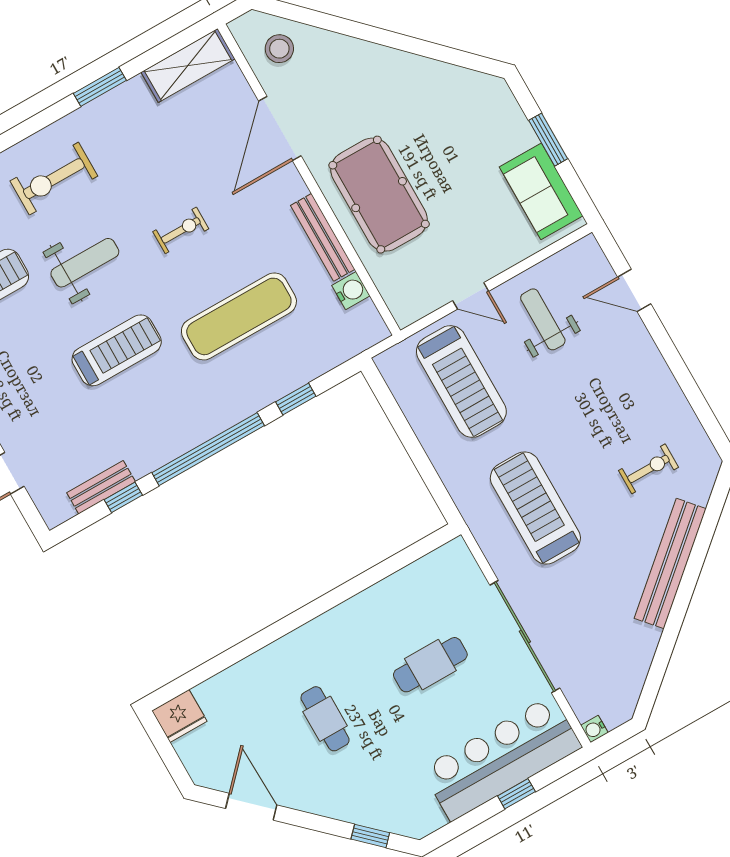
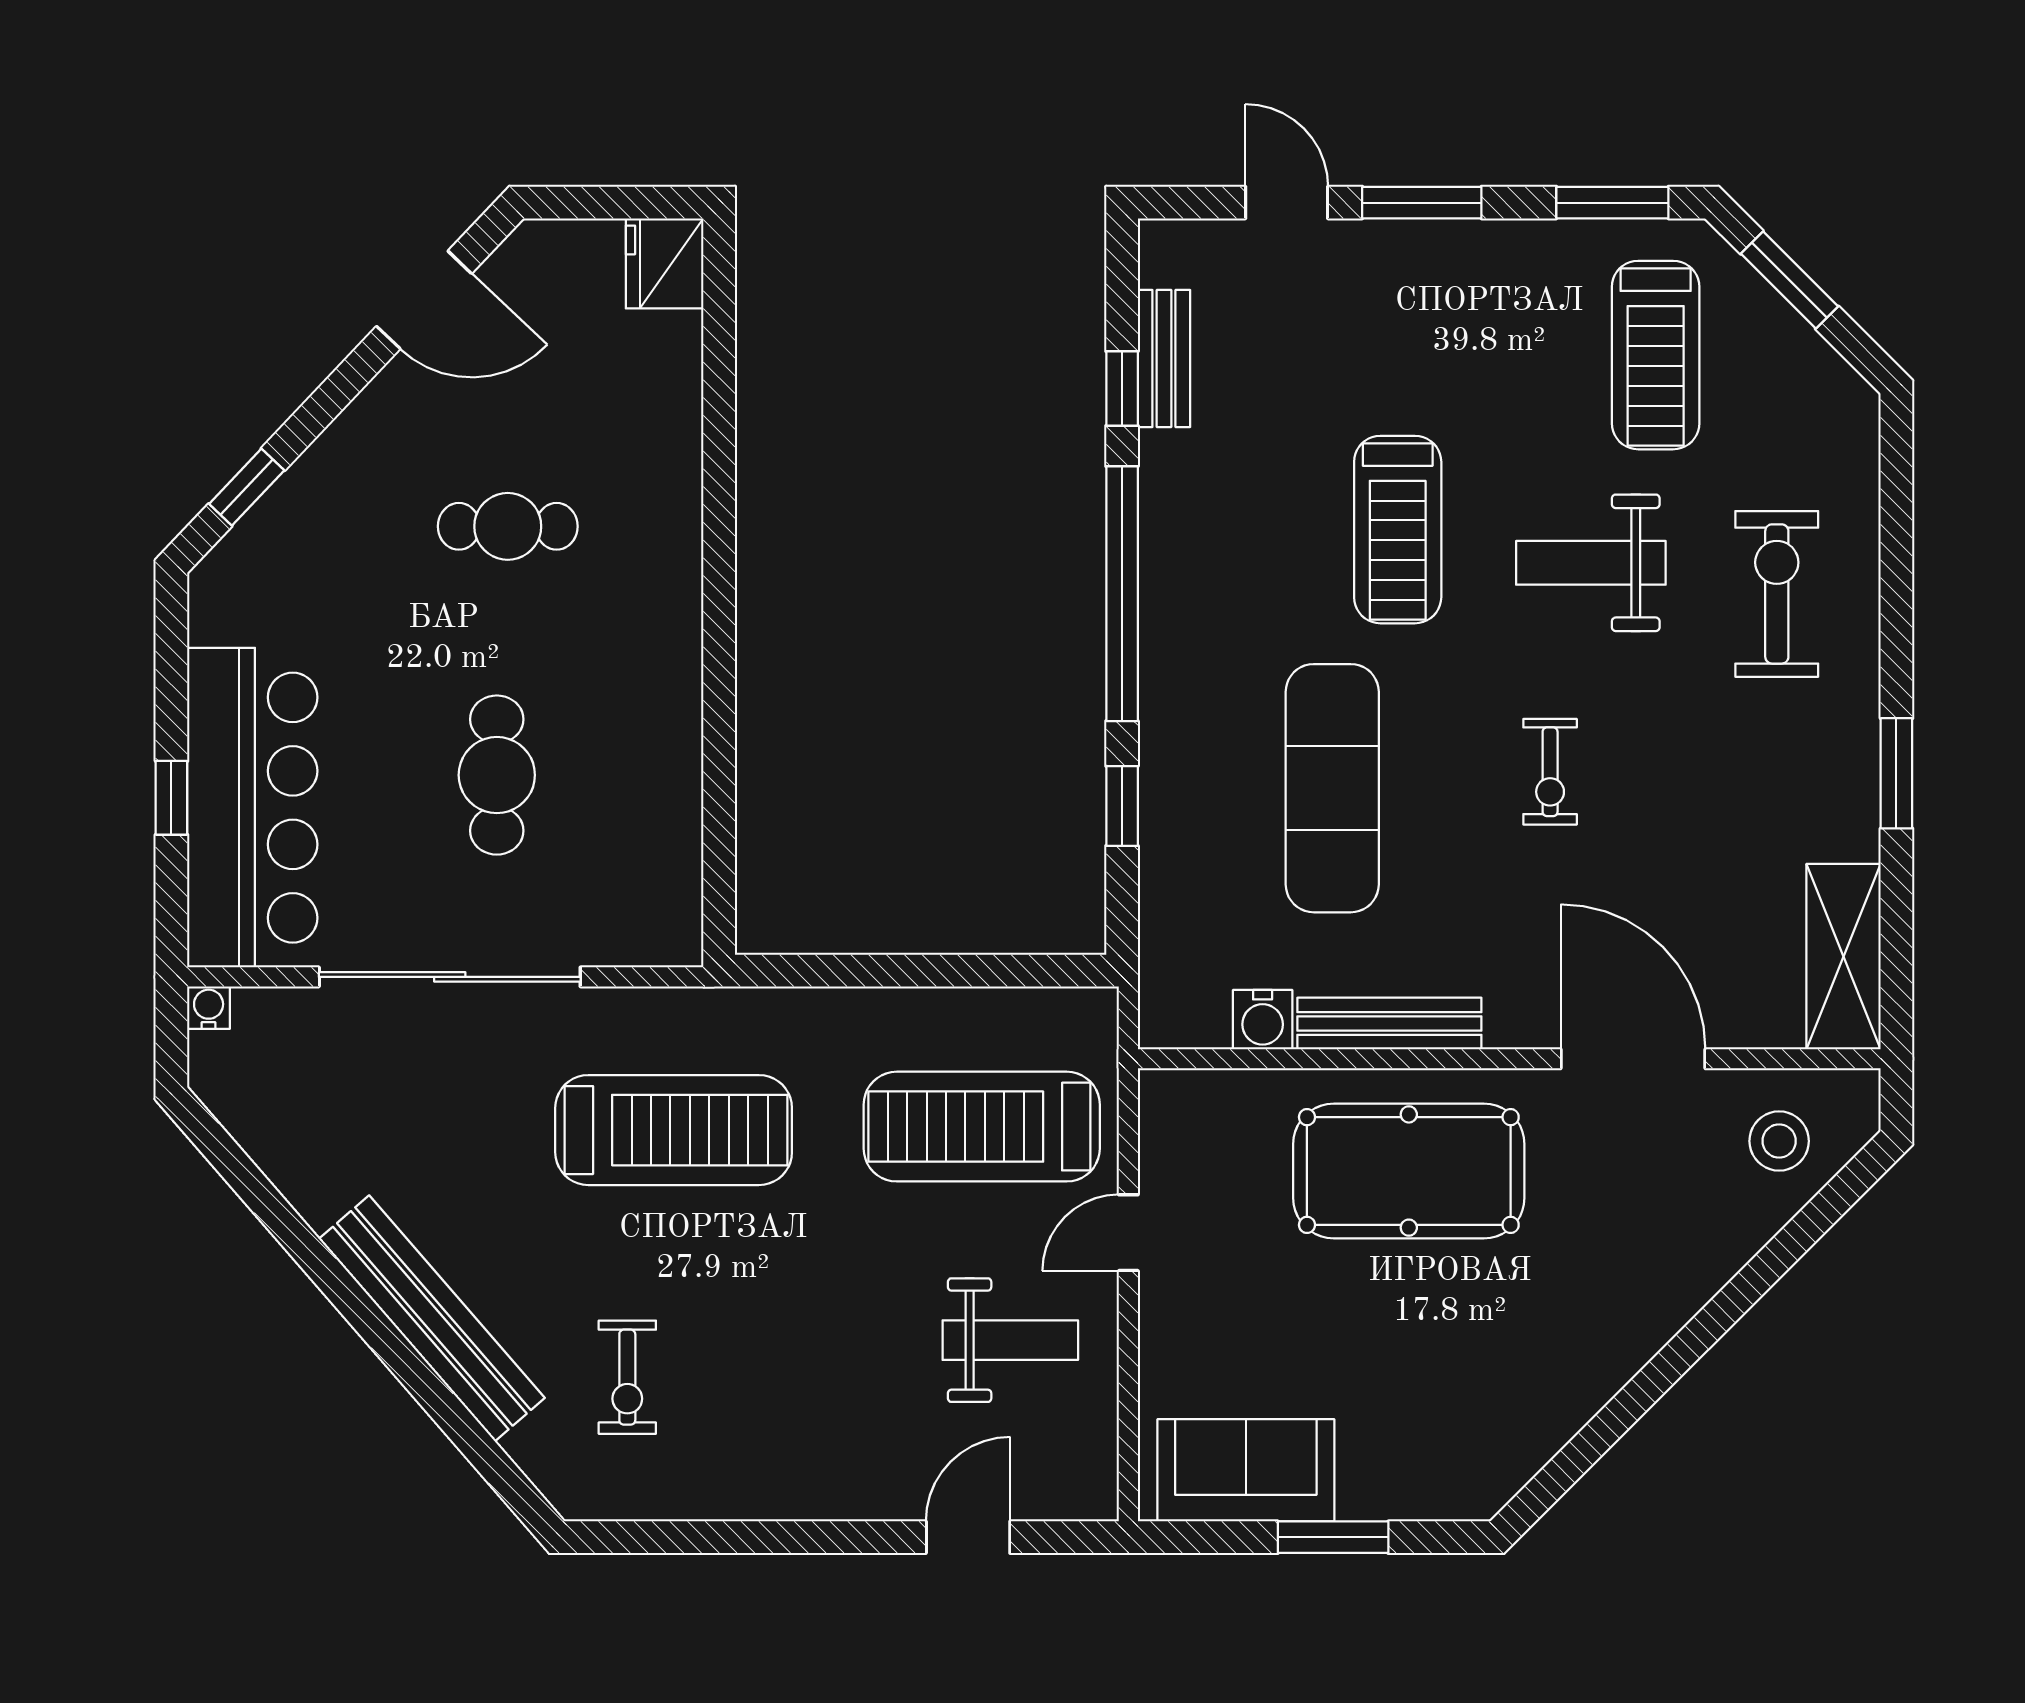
weight bench: (85, 263) -> (1591, 563), turned 90

